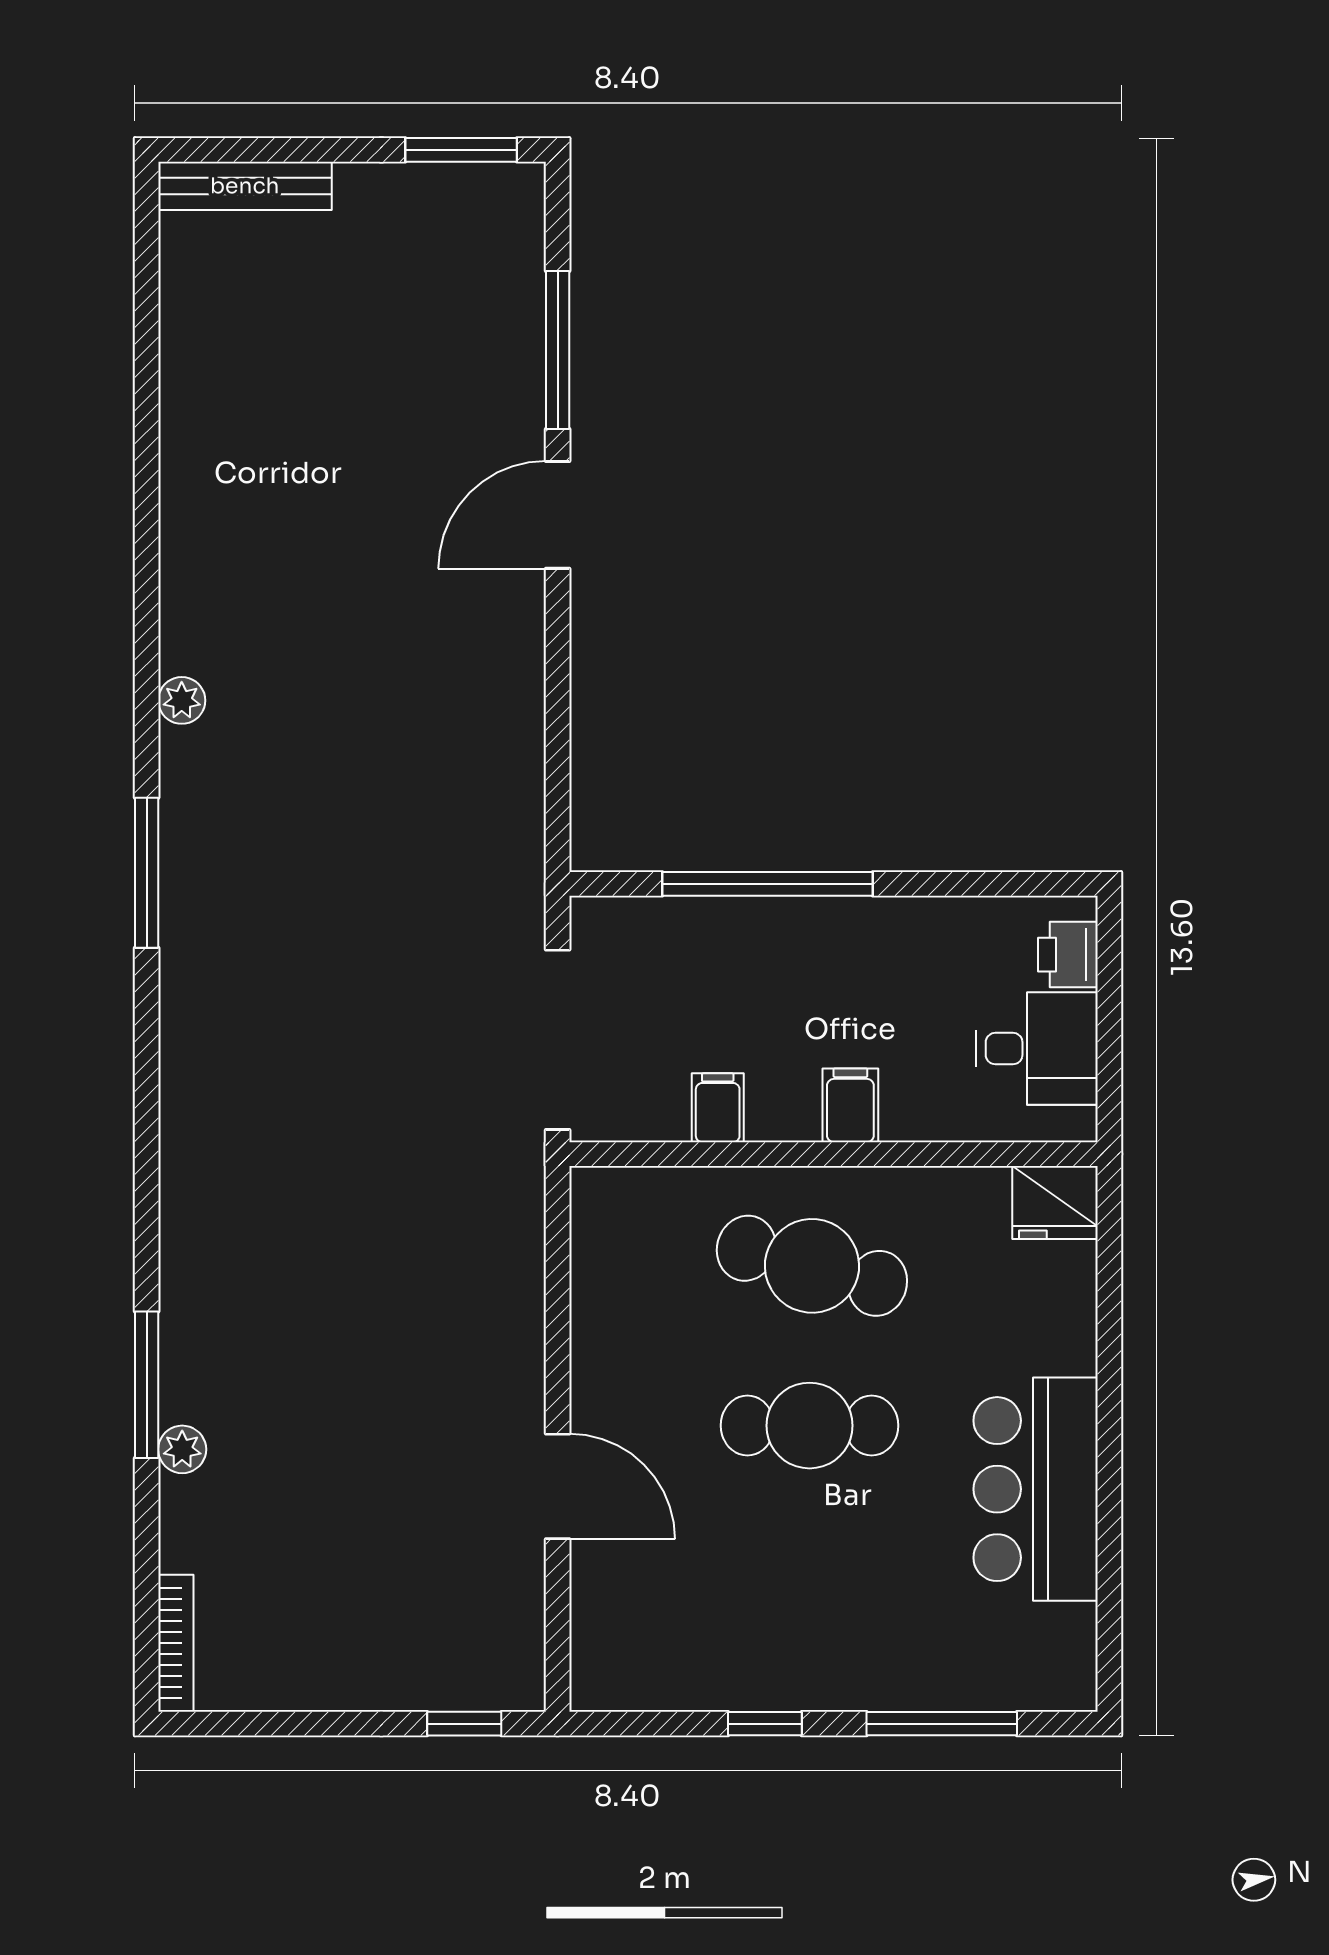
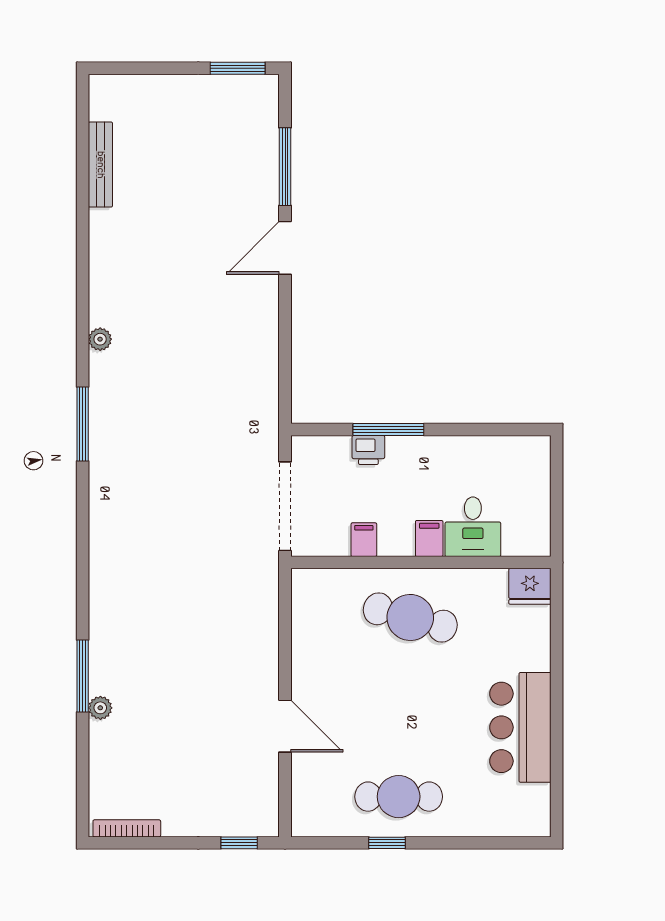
bench: (245, 186) -> (100, 165), moved, turned 90
window: (767, 884) -> (388, 429), width x0.68
printer: (1068, 955) -> (368, 450), moved, turned -90
desk: (1037, 1049) -> (473, 527), moved, turned 90
cafe table: (810, 1426) -> (399, 797), moved
bookcase: (176, 1643) -> (127, 828), moved, turned -90
window: (942, 1724) -> (474, 843), removed

